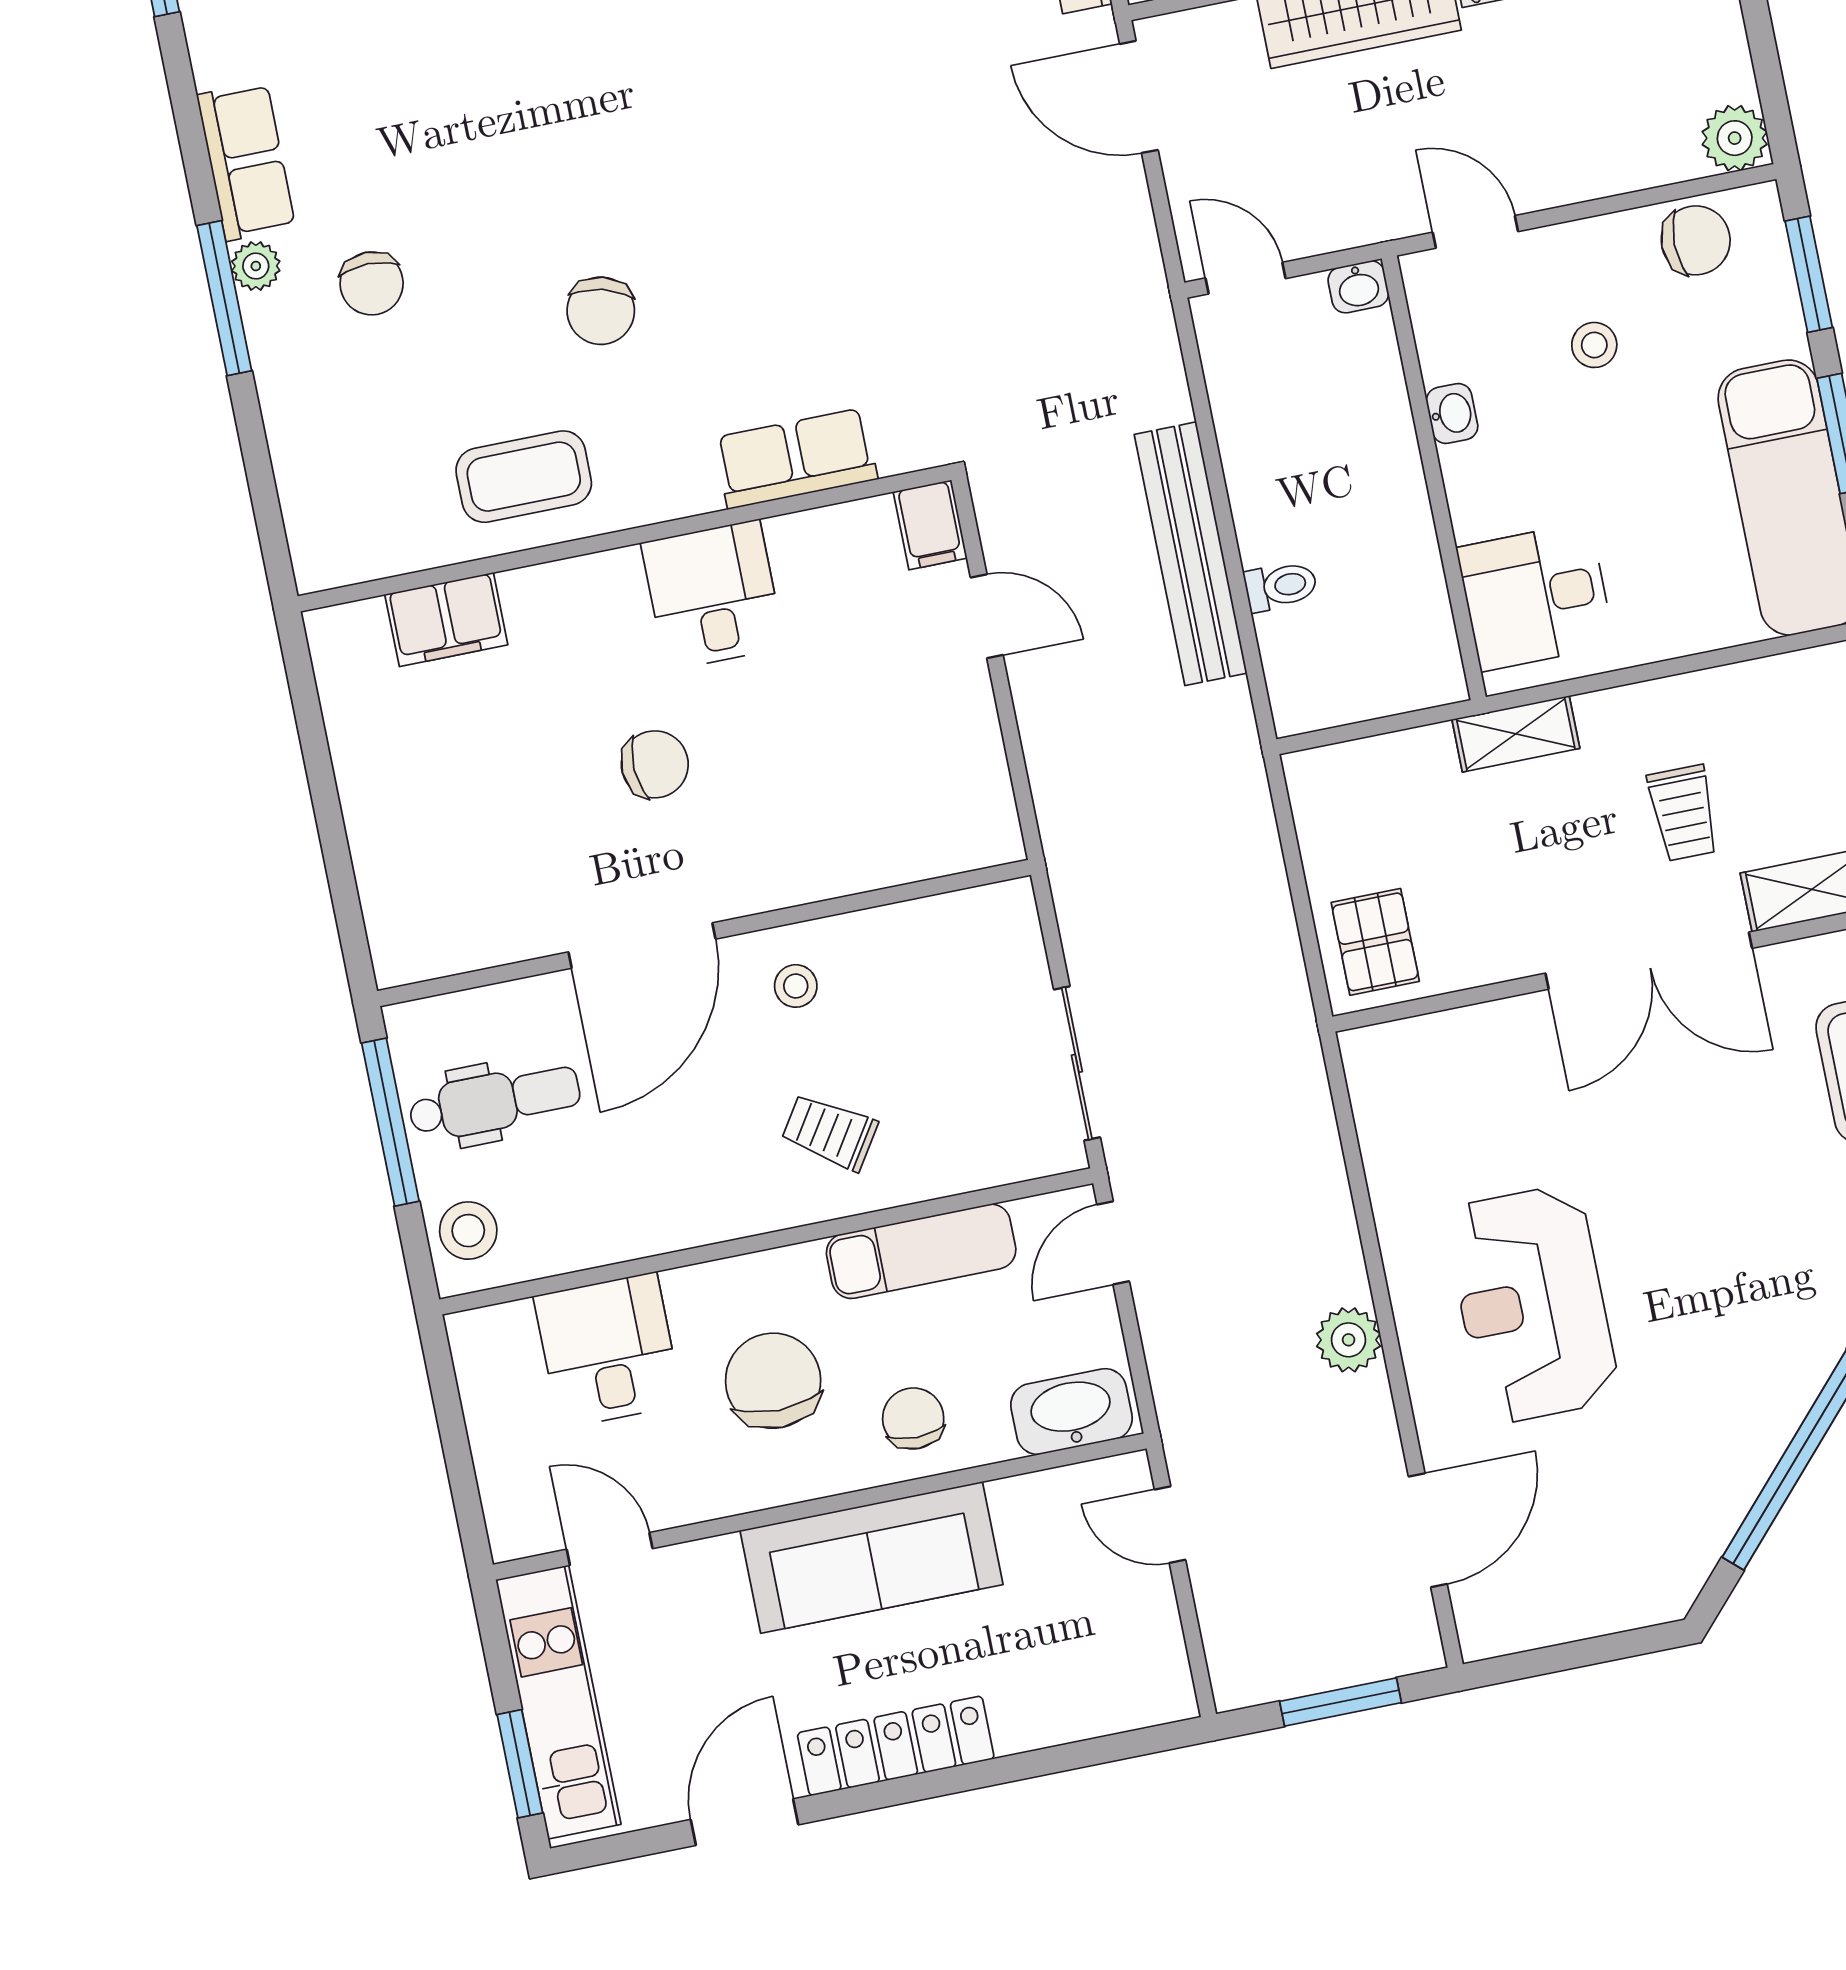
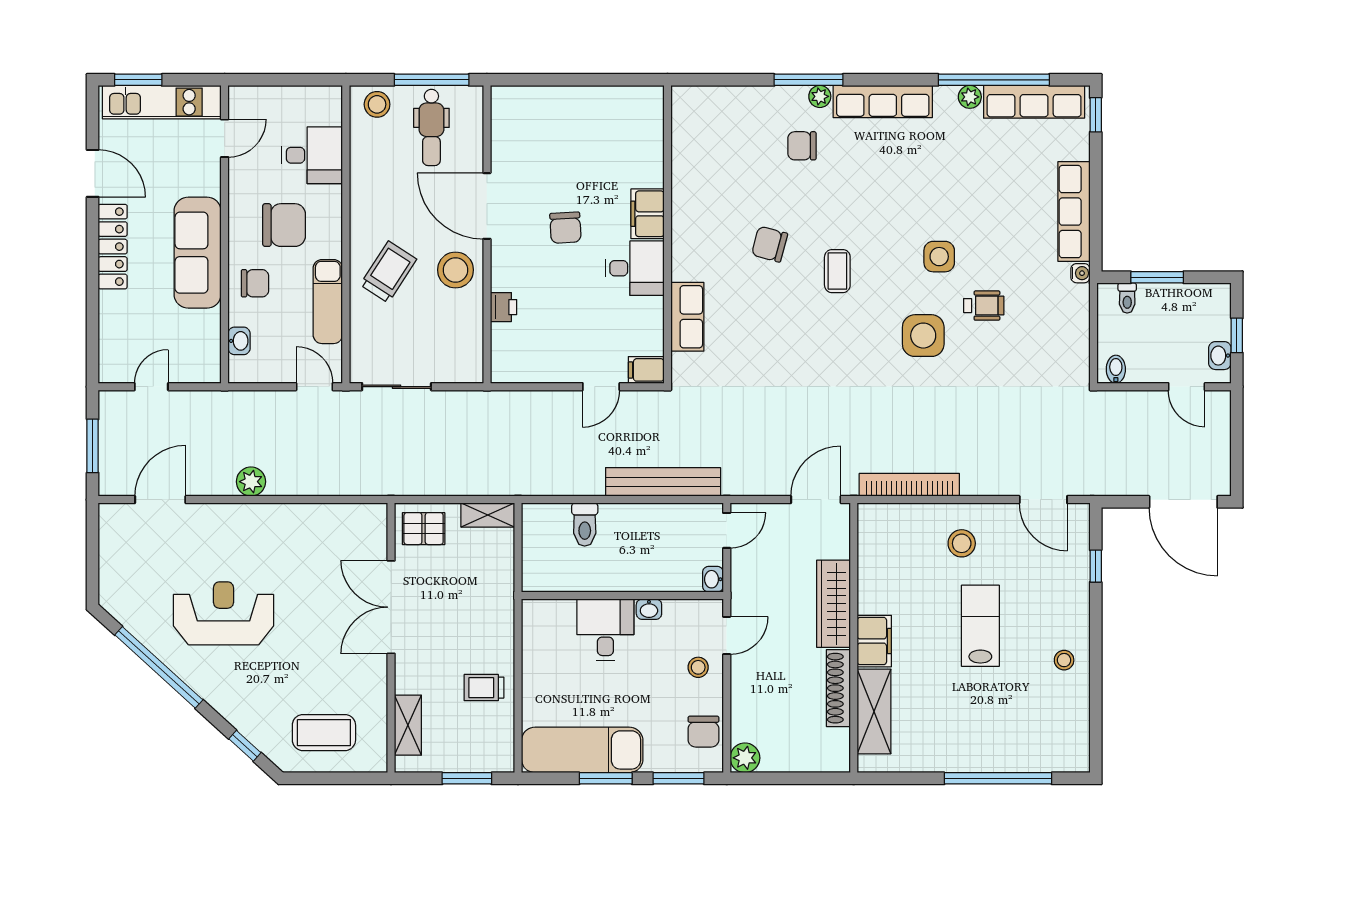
row of seats: (246, 161) -> (883, 102), width x1.48
stool: (1594, 345) -> (698, 667), moved
coffee table: (524, 477) -> (837, 271), moved, width x0.73, depth x0.77
bench: (1191, 554) -> (663, 482), moved
toilet: (1281, 586) -> (585, 525), width x1.37, depth x1.39
desk: (1536, 596) -> (605, 630), moved
filing cabinet: (446, 620) -> (648, 214), moved
shelving: (1516, 734) -> (488, 515), moved, turned 90
trolley: (1683, 813) -> (484, 688), moved
printer: (856, 865) -> (504, 307), added
double door: (1649, 961) -> (391, 607), moved
stool: (796, 986) -> (456, 270), width x1.89, depth x1.89
trolley: (830, 1132) -> (388, 272), width x1.36, depth x1.39
reception desk: (1532, 1304) -> (223, 613), moved
washbasin: (1071, 1412) -> (239, 341), width x0.52, depth x0.69
door: (1170, 1525) -> (151, 387), moved
door: (1428, 1530) -> (160, 500), swing flipped

